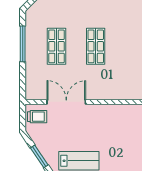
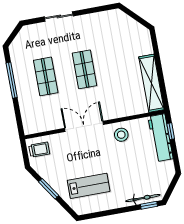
double door: (66, 102) -> (84, 126), moved
stool: (120, 117) -> (121, 135), added

